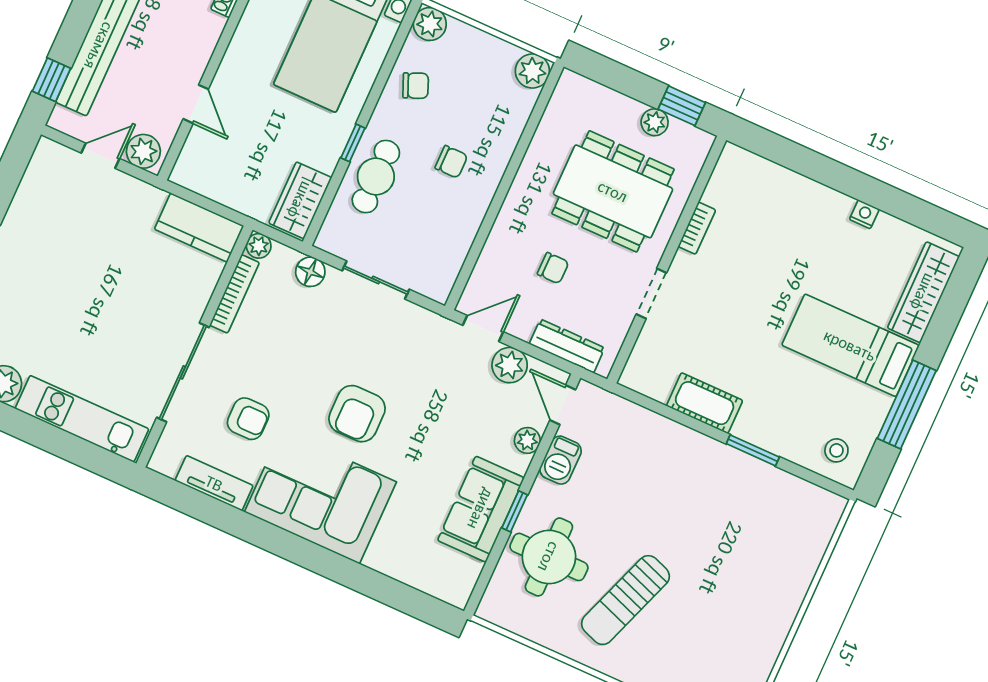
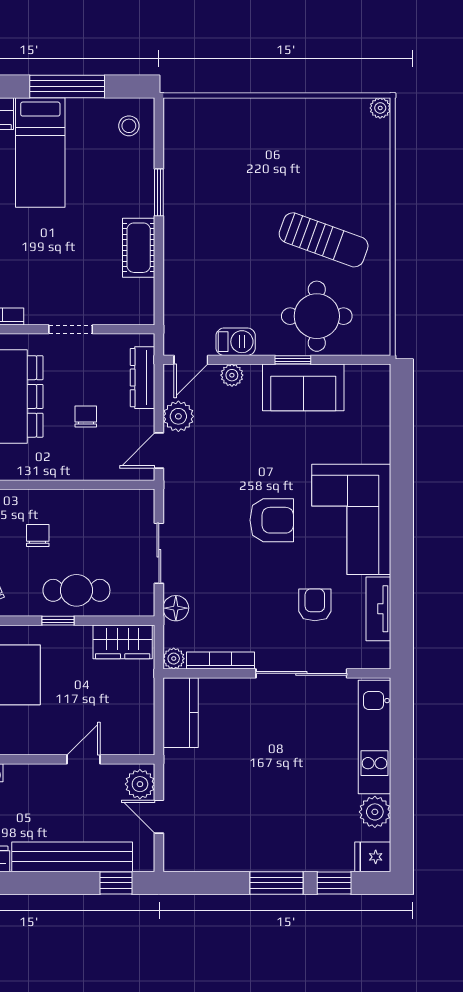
door: (483, 328) -> (159, 451), hinge flipped

